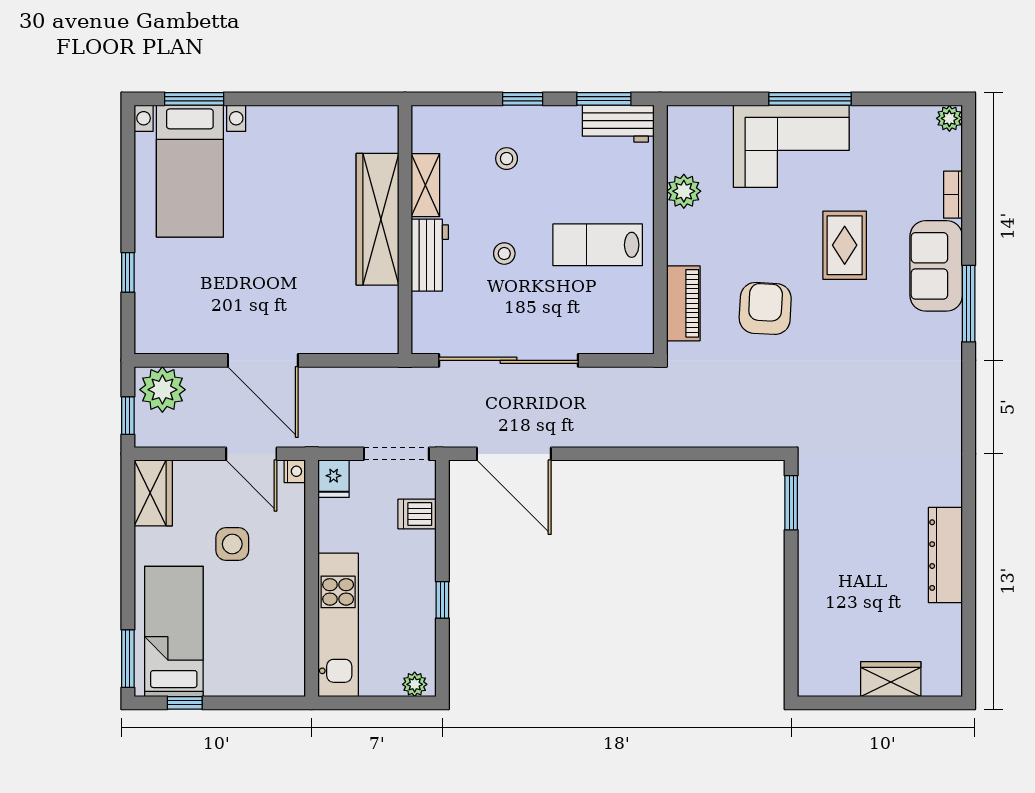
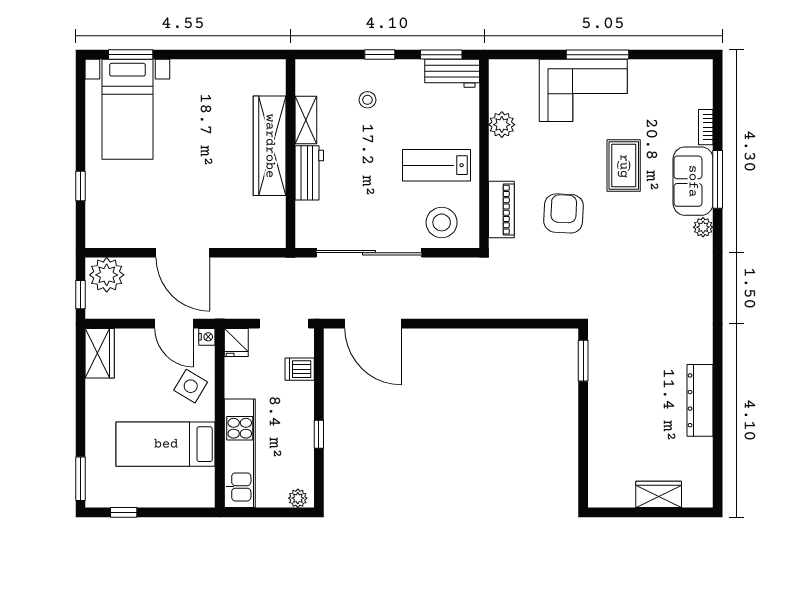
plant: (949, 118) -> (703, 227), moved
stool: (504, 254) -> (442, 222), moved, width x1.89, depth x1.89
window: (969, 304) -> (718, 179), moved
side table: (232, 544) -> (191, 386), moved, turned 31
bed: (174, 631) -> (166, 444), moved, turned -90

